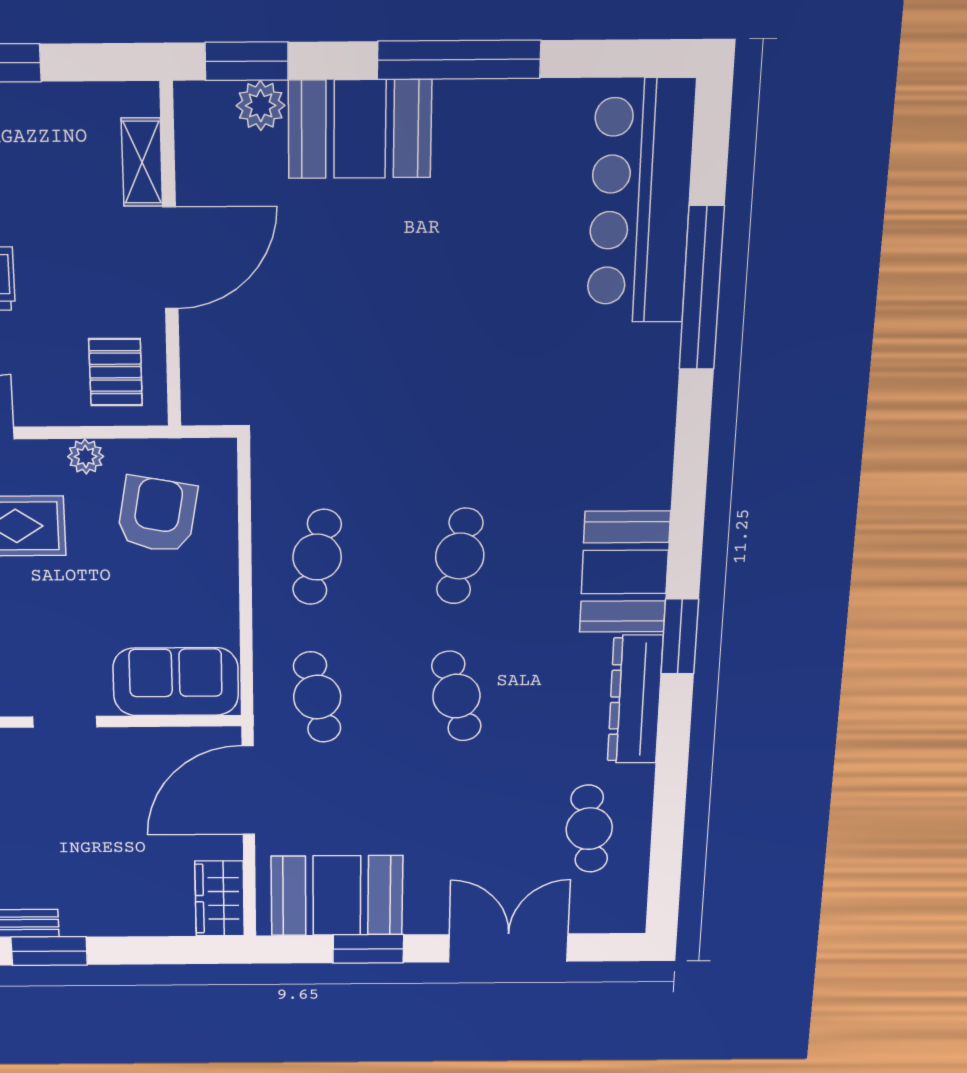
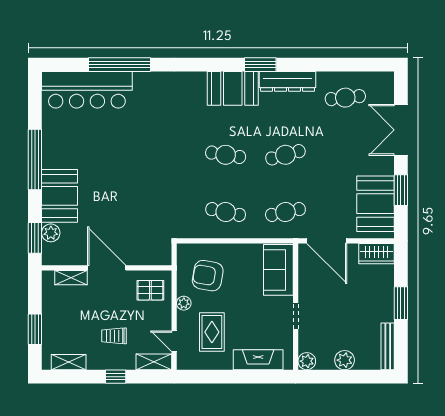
window: (49, 951) -> (401, 303), moved

